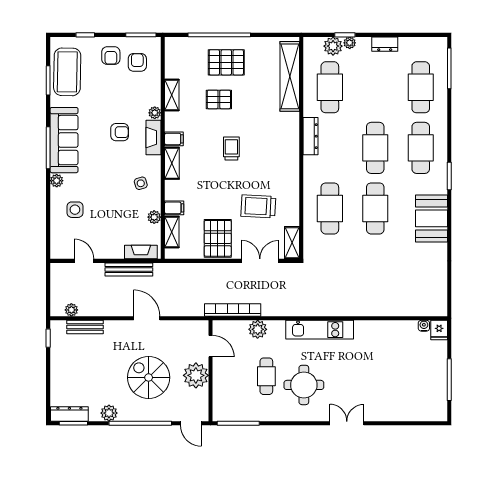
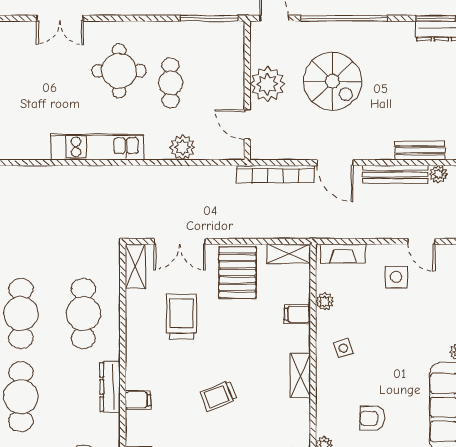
dresser: (311, 136) -> (110, 387), moved
fireplace: (153, 137) -> (326, 411), removed
filing cabinet: (174, 139) -> (138, 400), moved, turned 180
trolley: (231, 148) -> (219, 396), turned 68
trolley: (258, 206) -> (182, 316), turned -93
side table: (75, 210) -> (396, 277), moved
shelving: (172, 232) -> (289, 254), moved, turned 90
bench: (129, 269) -> (395, 174), moved
bookcase: (233, 310) -> (275, 174), moved
plant: (109, 413) -> (387, 32), removed

